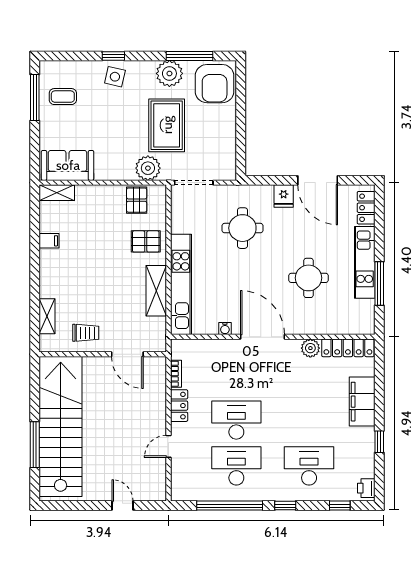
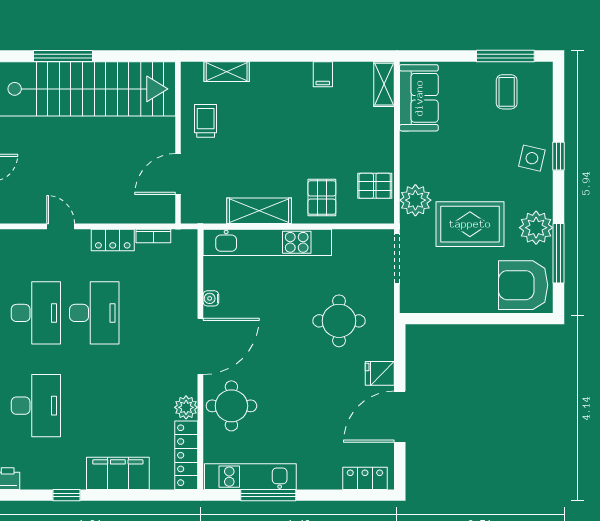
kitchen unit: (365, 262) -> (250, 477), moved
round table: (309, 278) -> (231, 406), moved
trolley: (86, 333) -> (206, 121), turned 180

